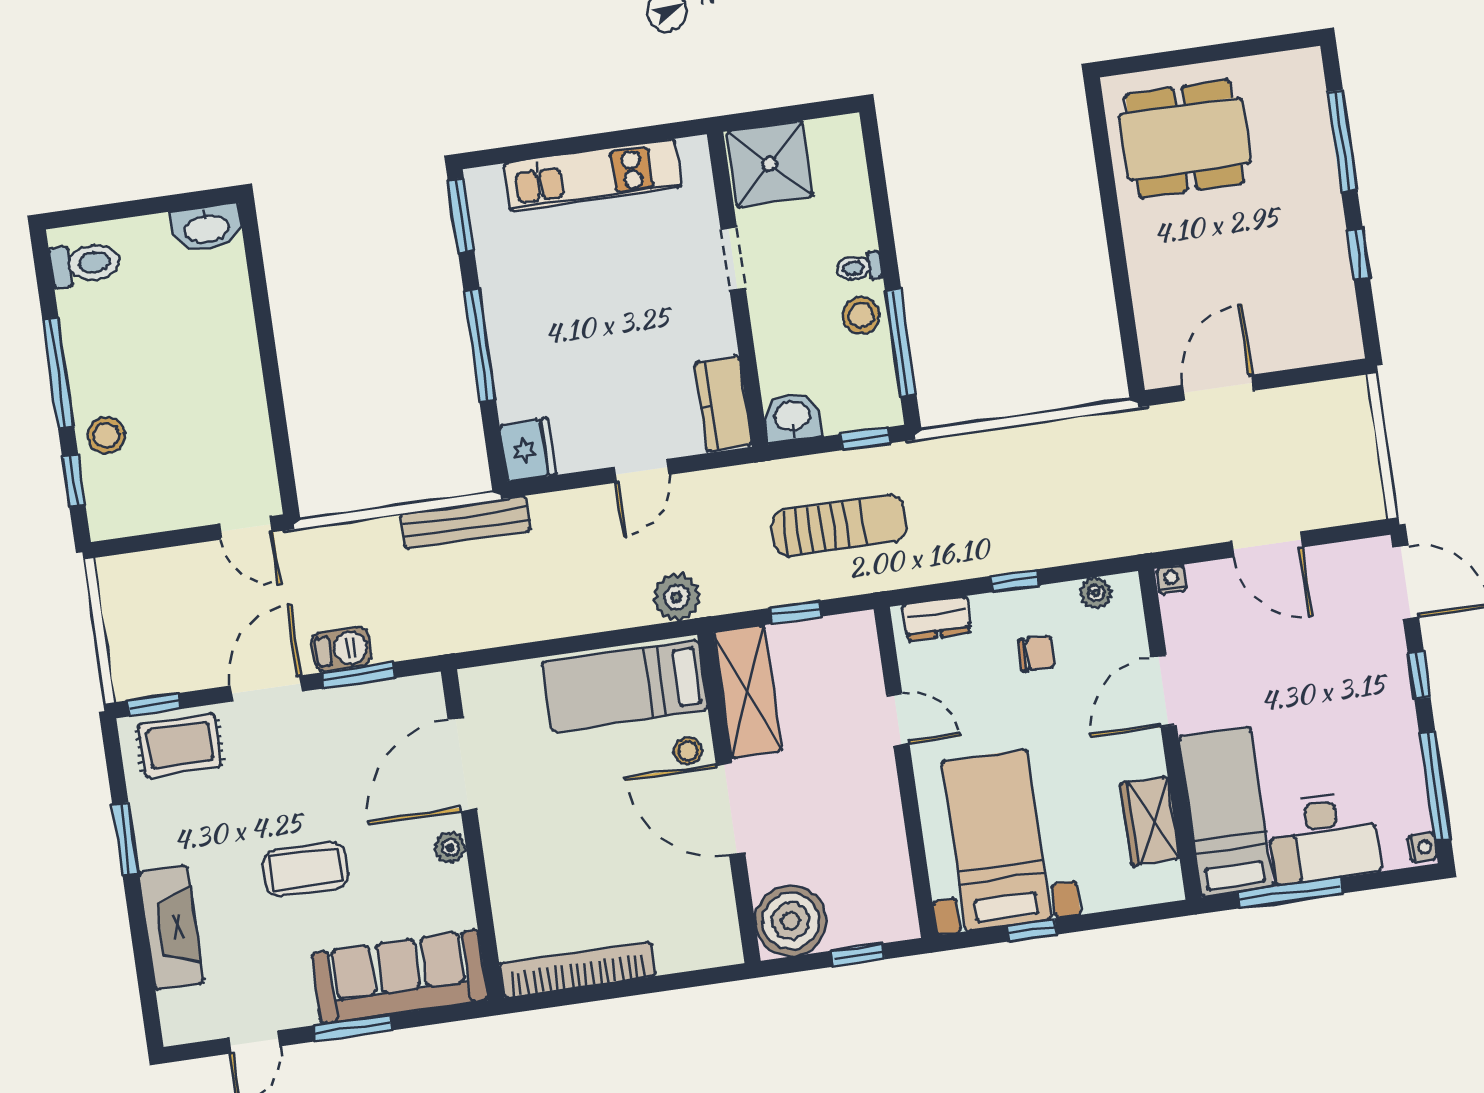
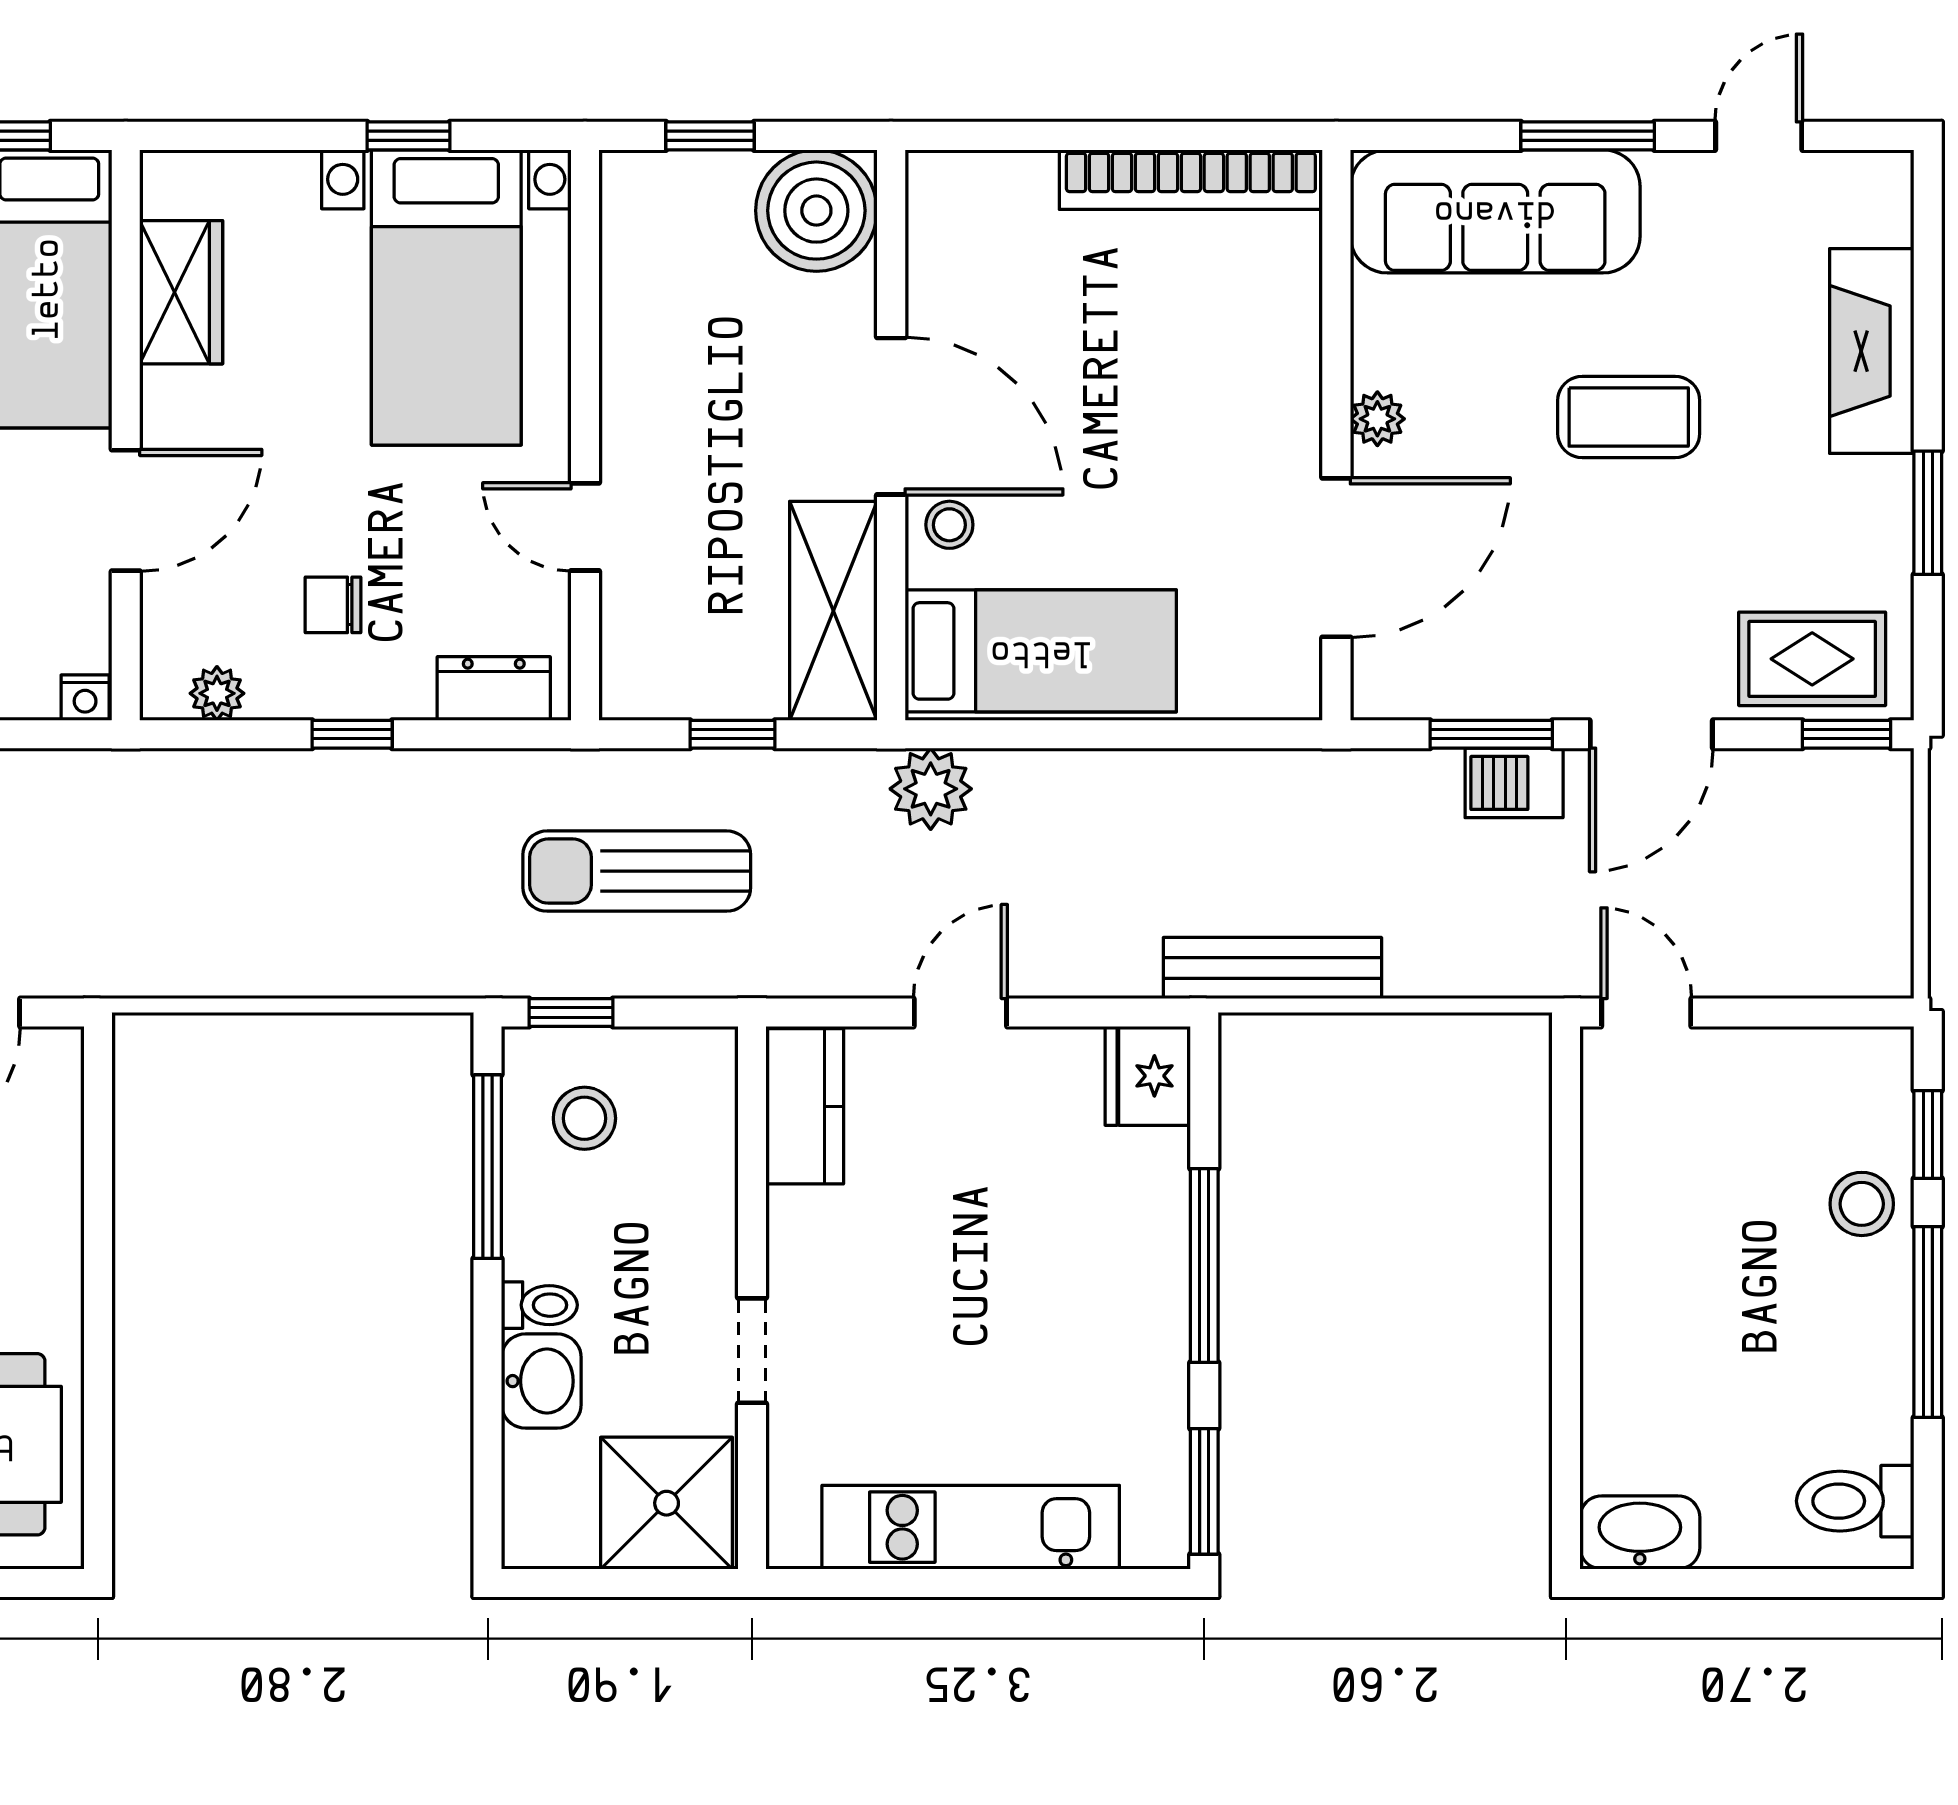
stool: (861, 316) -> (584, 1118), moved
washbasin: (792, 418) -> (541, 1381), moved, turned -90

